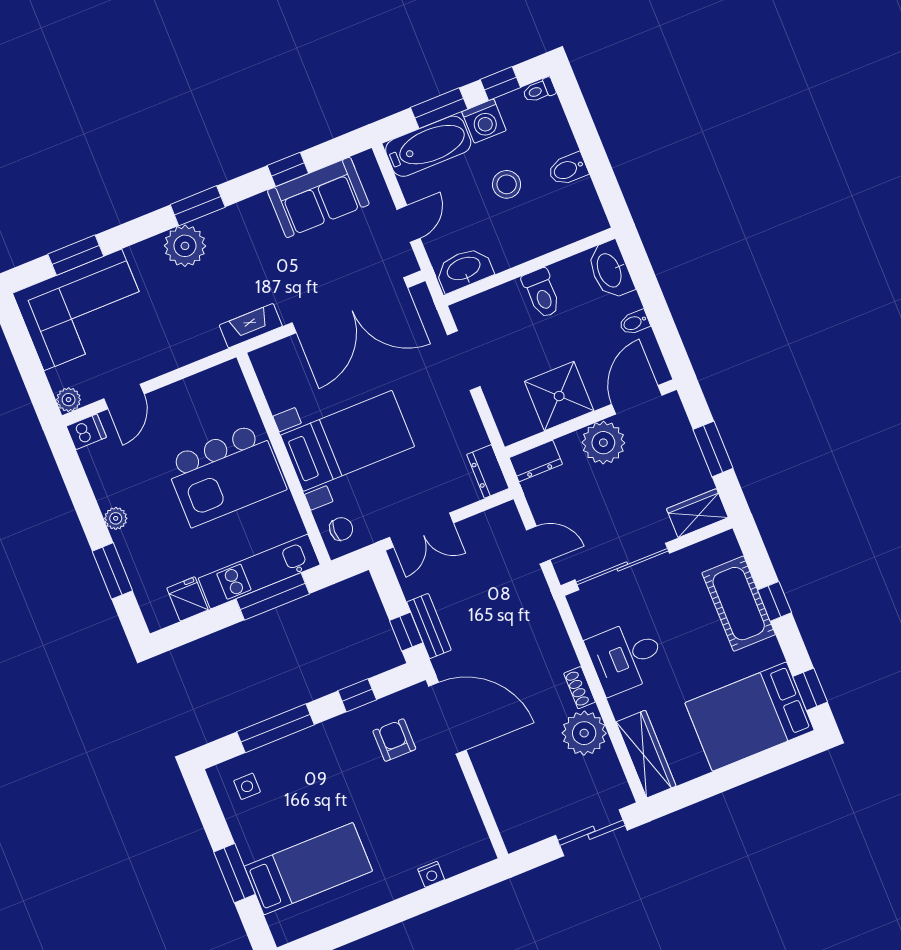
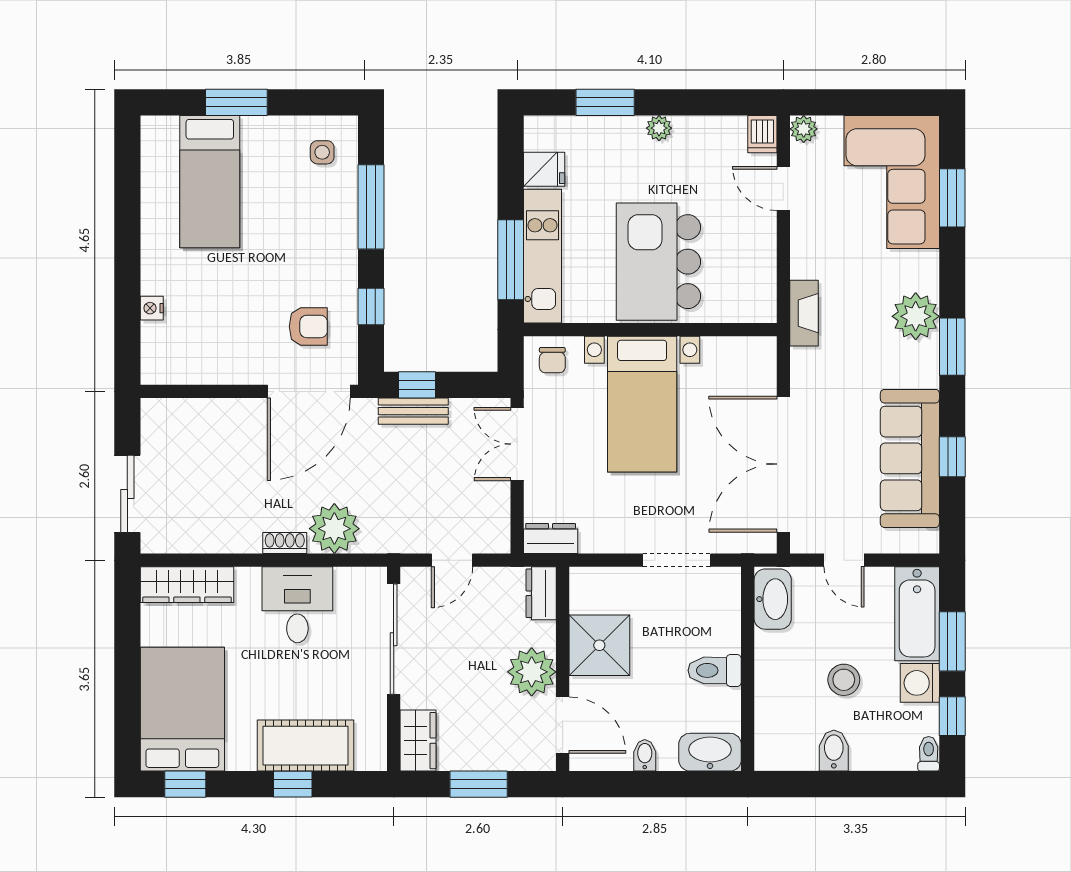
sofa: (318, 197) -> (910, 458), width x1.36
fireplace: (251, 326) -> (804, 313), moved
plant: (584, 733) -> (334, 529), moved

